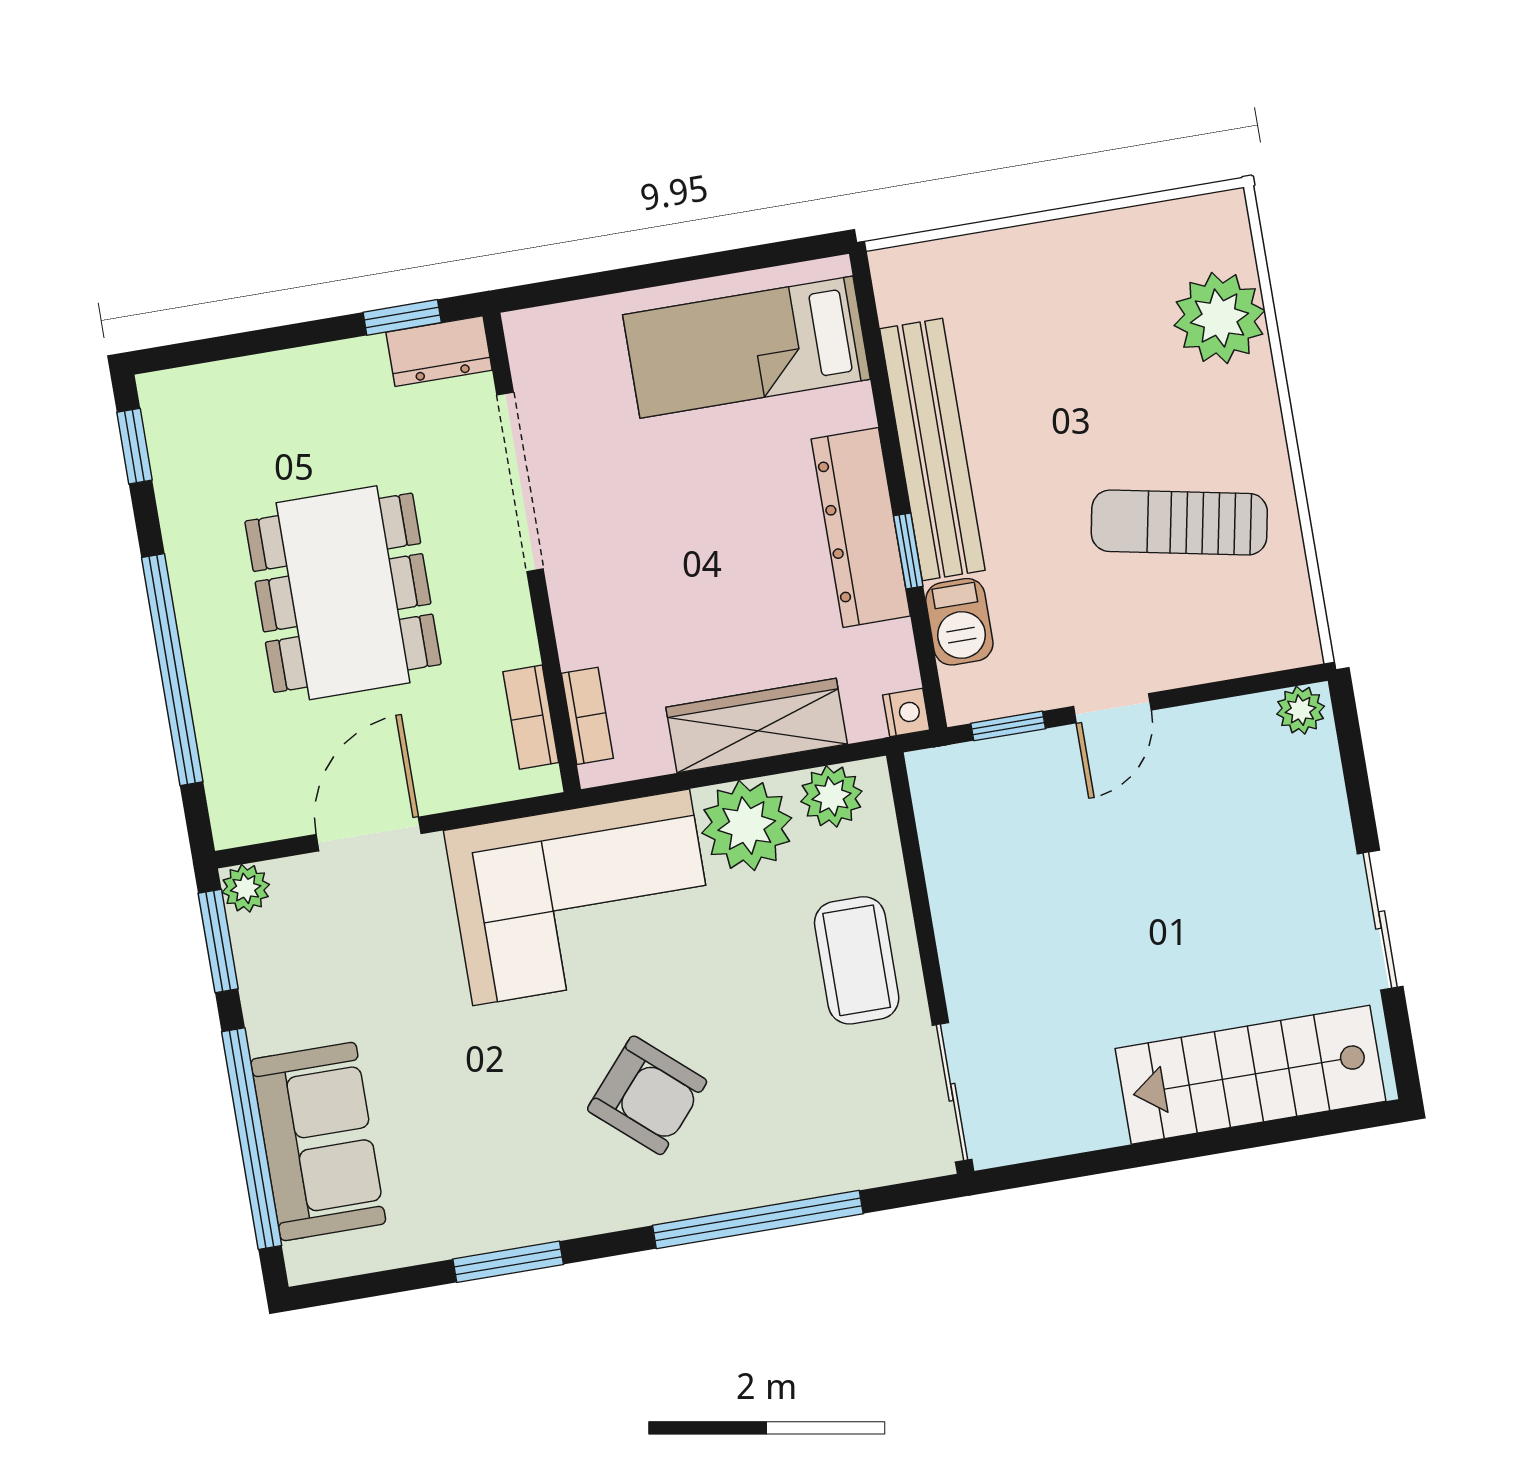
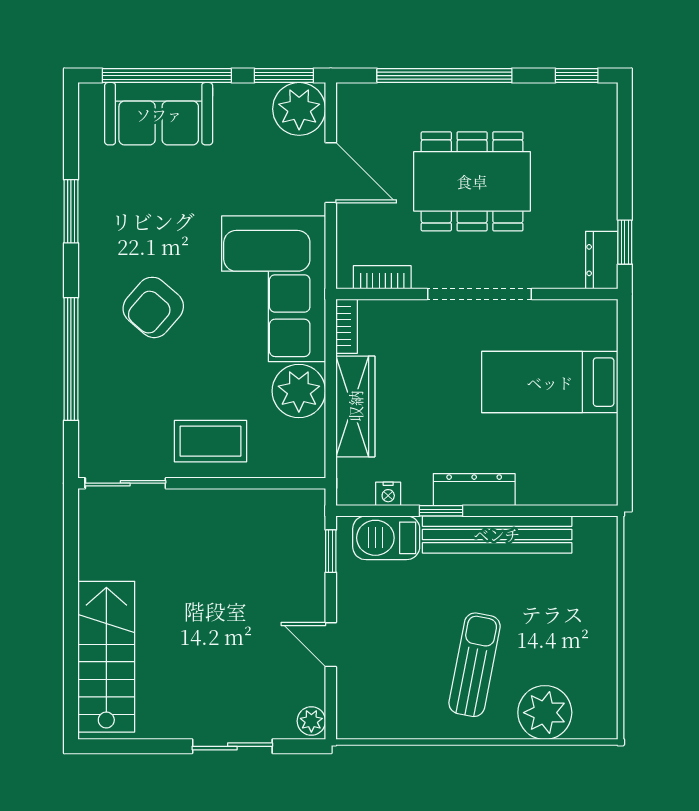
bed: (746, 347) -> (550, 382), moved, turned -90
doorway: (520, 482) -> (480, 294), moved
sun lounger: (1179, 522) -> (475, 665), moved
dresser: (861, 527) -> (474, 490), width x0.73, depth x0.80
barbecue: (959, 622) -> (386, 538), width x1.38, depth x1.27
door: (1112, 708) -> (331, 645), moved
nightstand: (906, 712) -> (388, 494), moved
bookcase: (587, 716) -> (347, 326), moved, turned -90
plant: (831, 796) -> (307, 443), removed
plant: (246, 888) -> (299, 109), width x1.88, depth x1.88
sliding door: (1380, 920) -> (232, 746), moved

